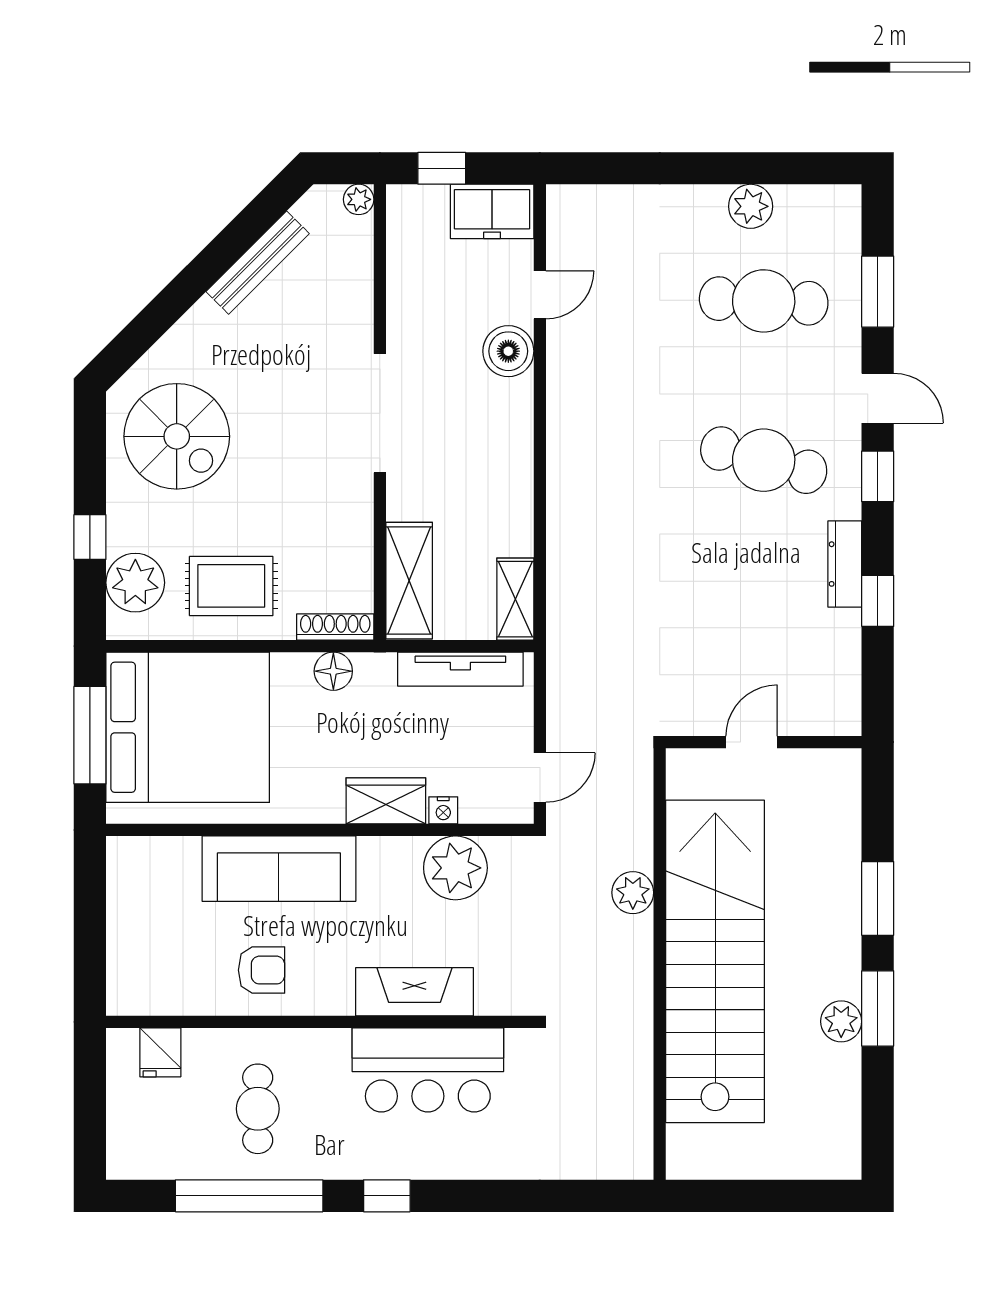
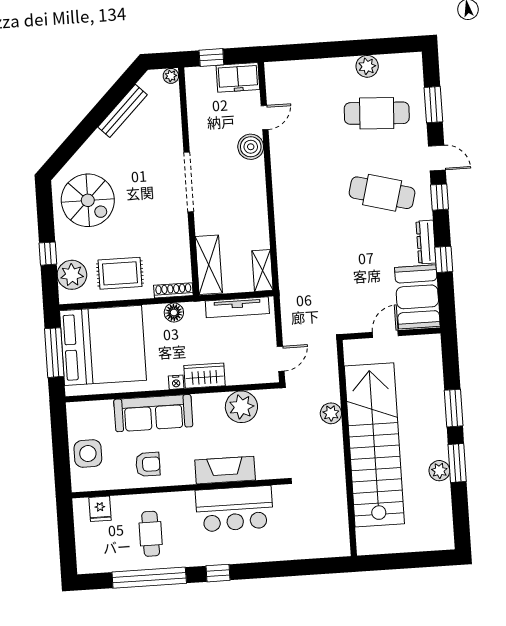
booth: (820, 672) -> (417, 297), added
nightstand: (443, 810) -> (176, 382), moved
side table: (143, 941) -> (88, 454), added

